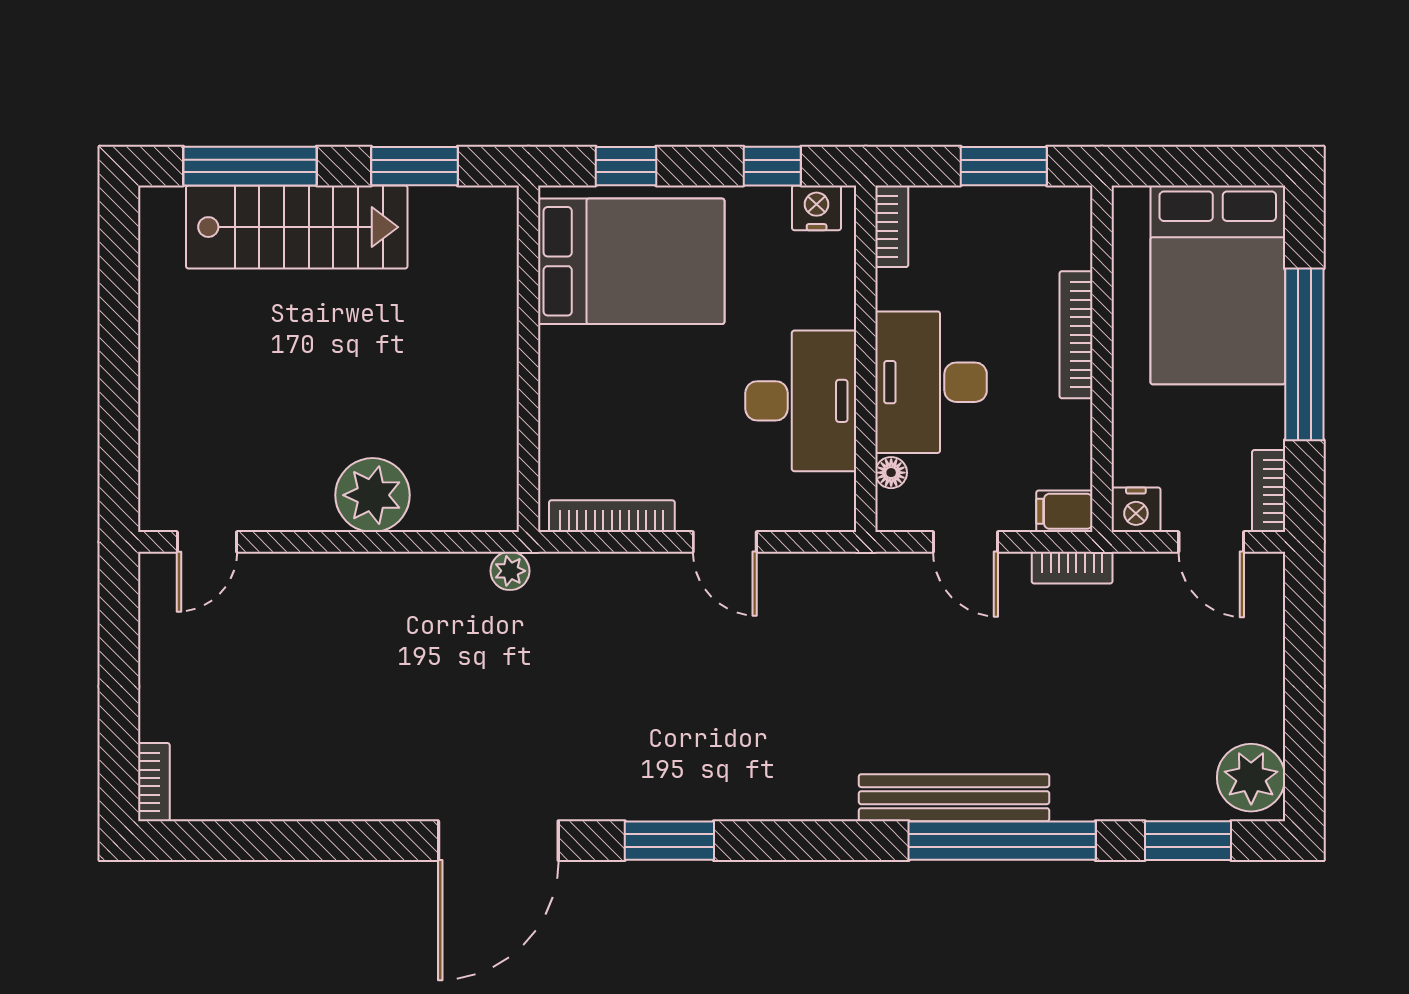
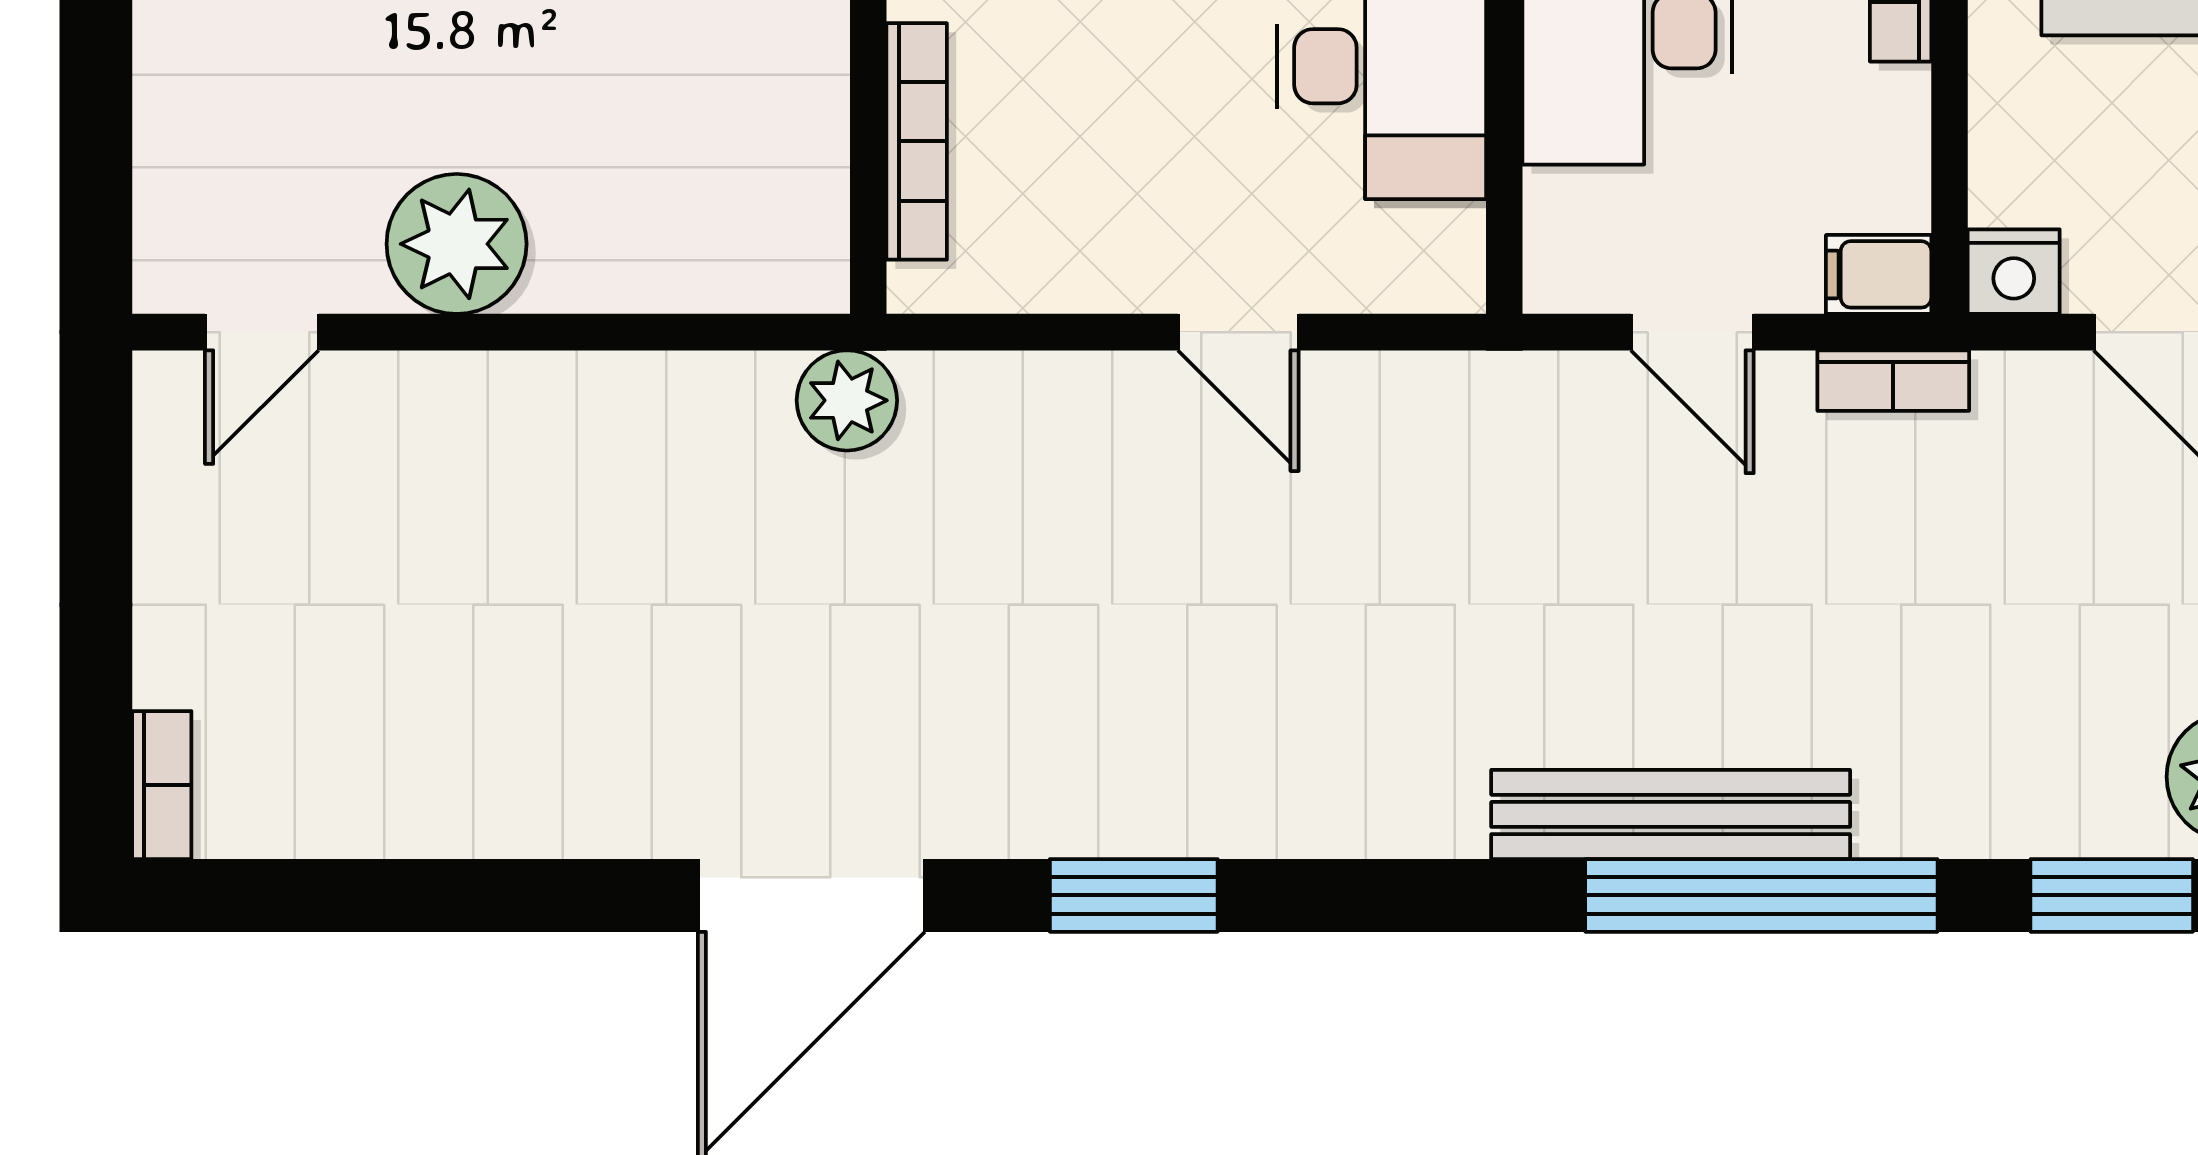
floor lamp: (891, 473) -> (1552, 201), removed
plant: (373, 495) -> (457, 244), moved
bookcase: (612, 516) -> (917, 141), moved, turned 90
plant: (510, 571) -> (847, 400), width x1.38, depth x1.38

